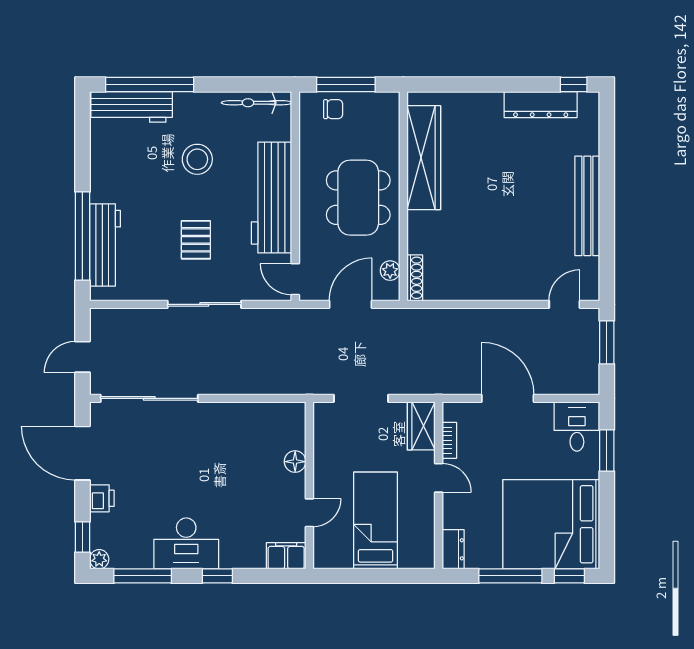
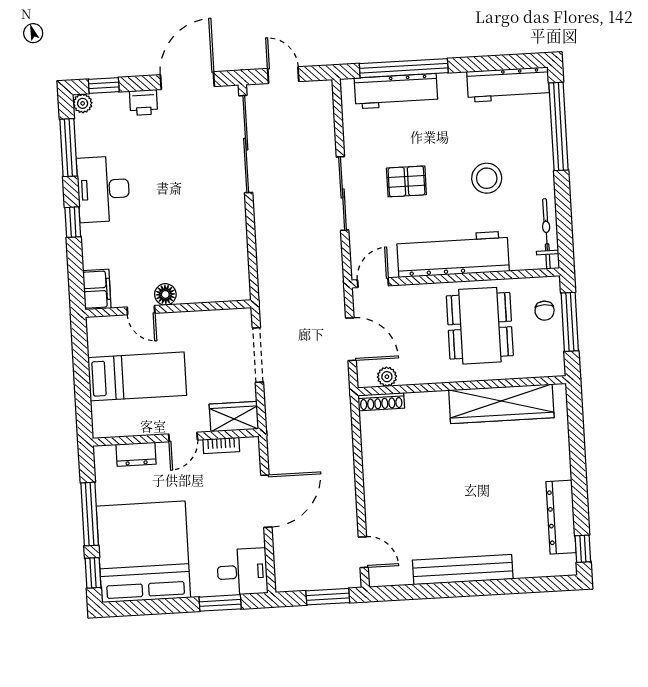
workbench: (132, 107) -> (508, 85), moved, turned -90
dining table: (358, 198) -> (480, 326), moved, turned 90
floor lamp: (295, 462) -> (165, 294), moved
dresser: (453, 549) -> (136, 454), moved

